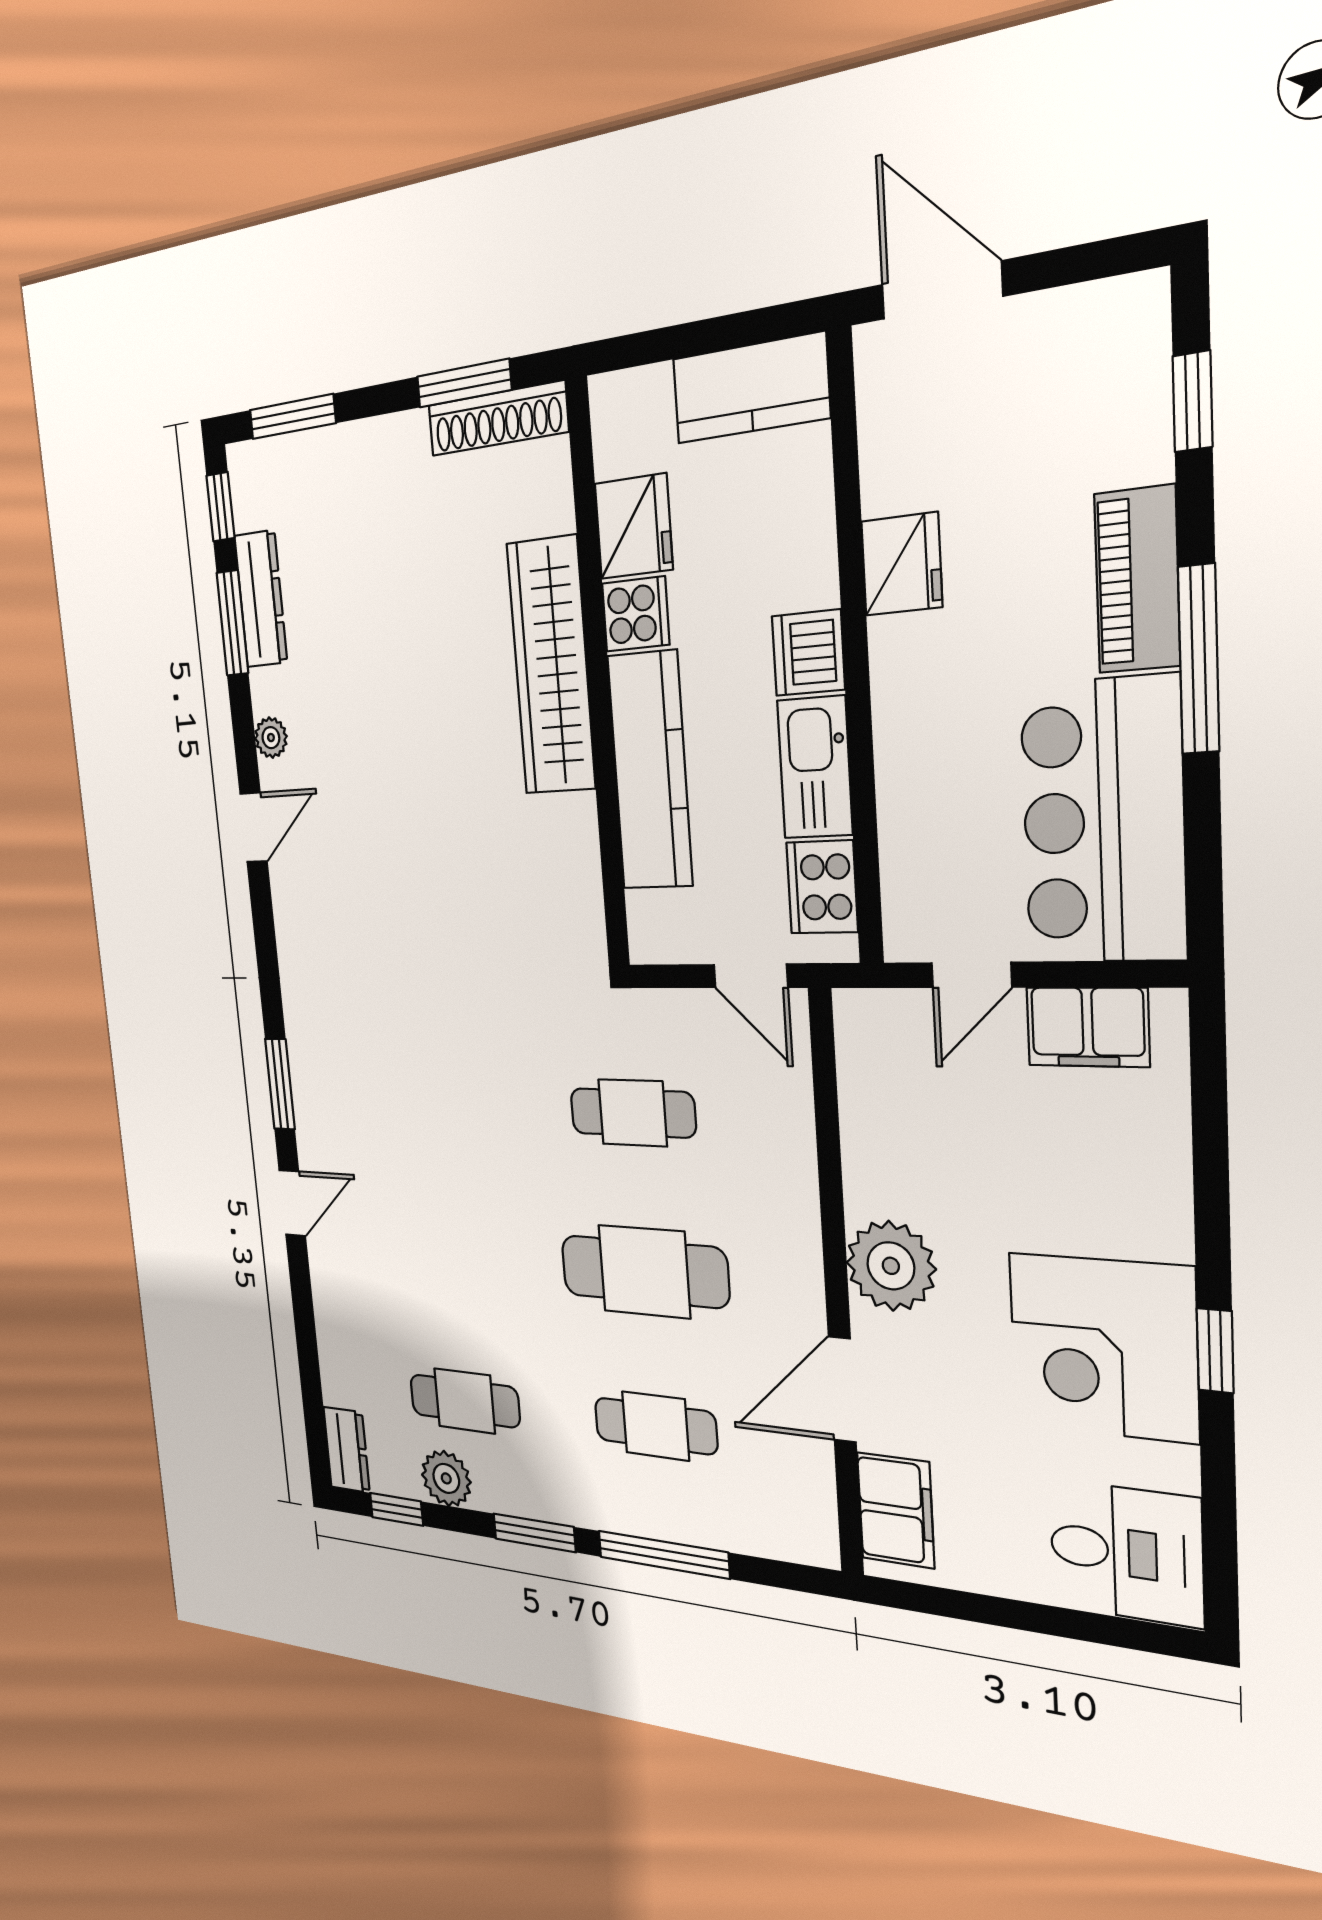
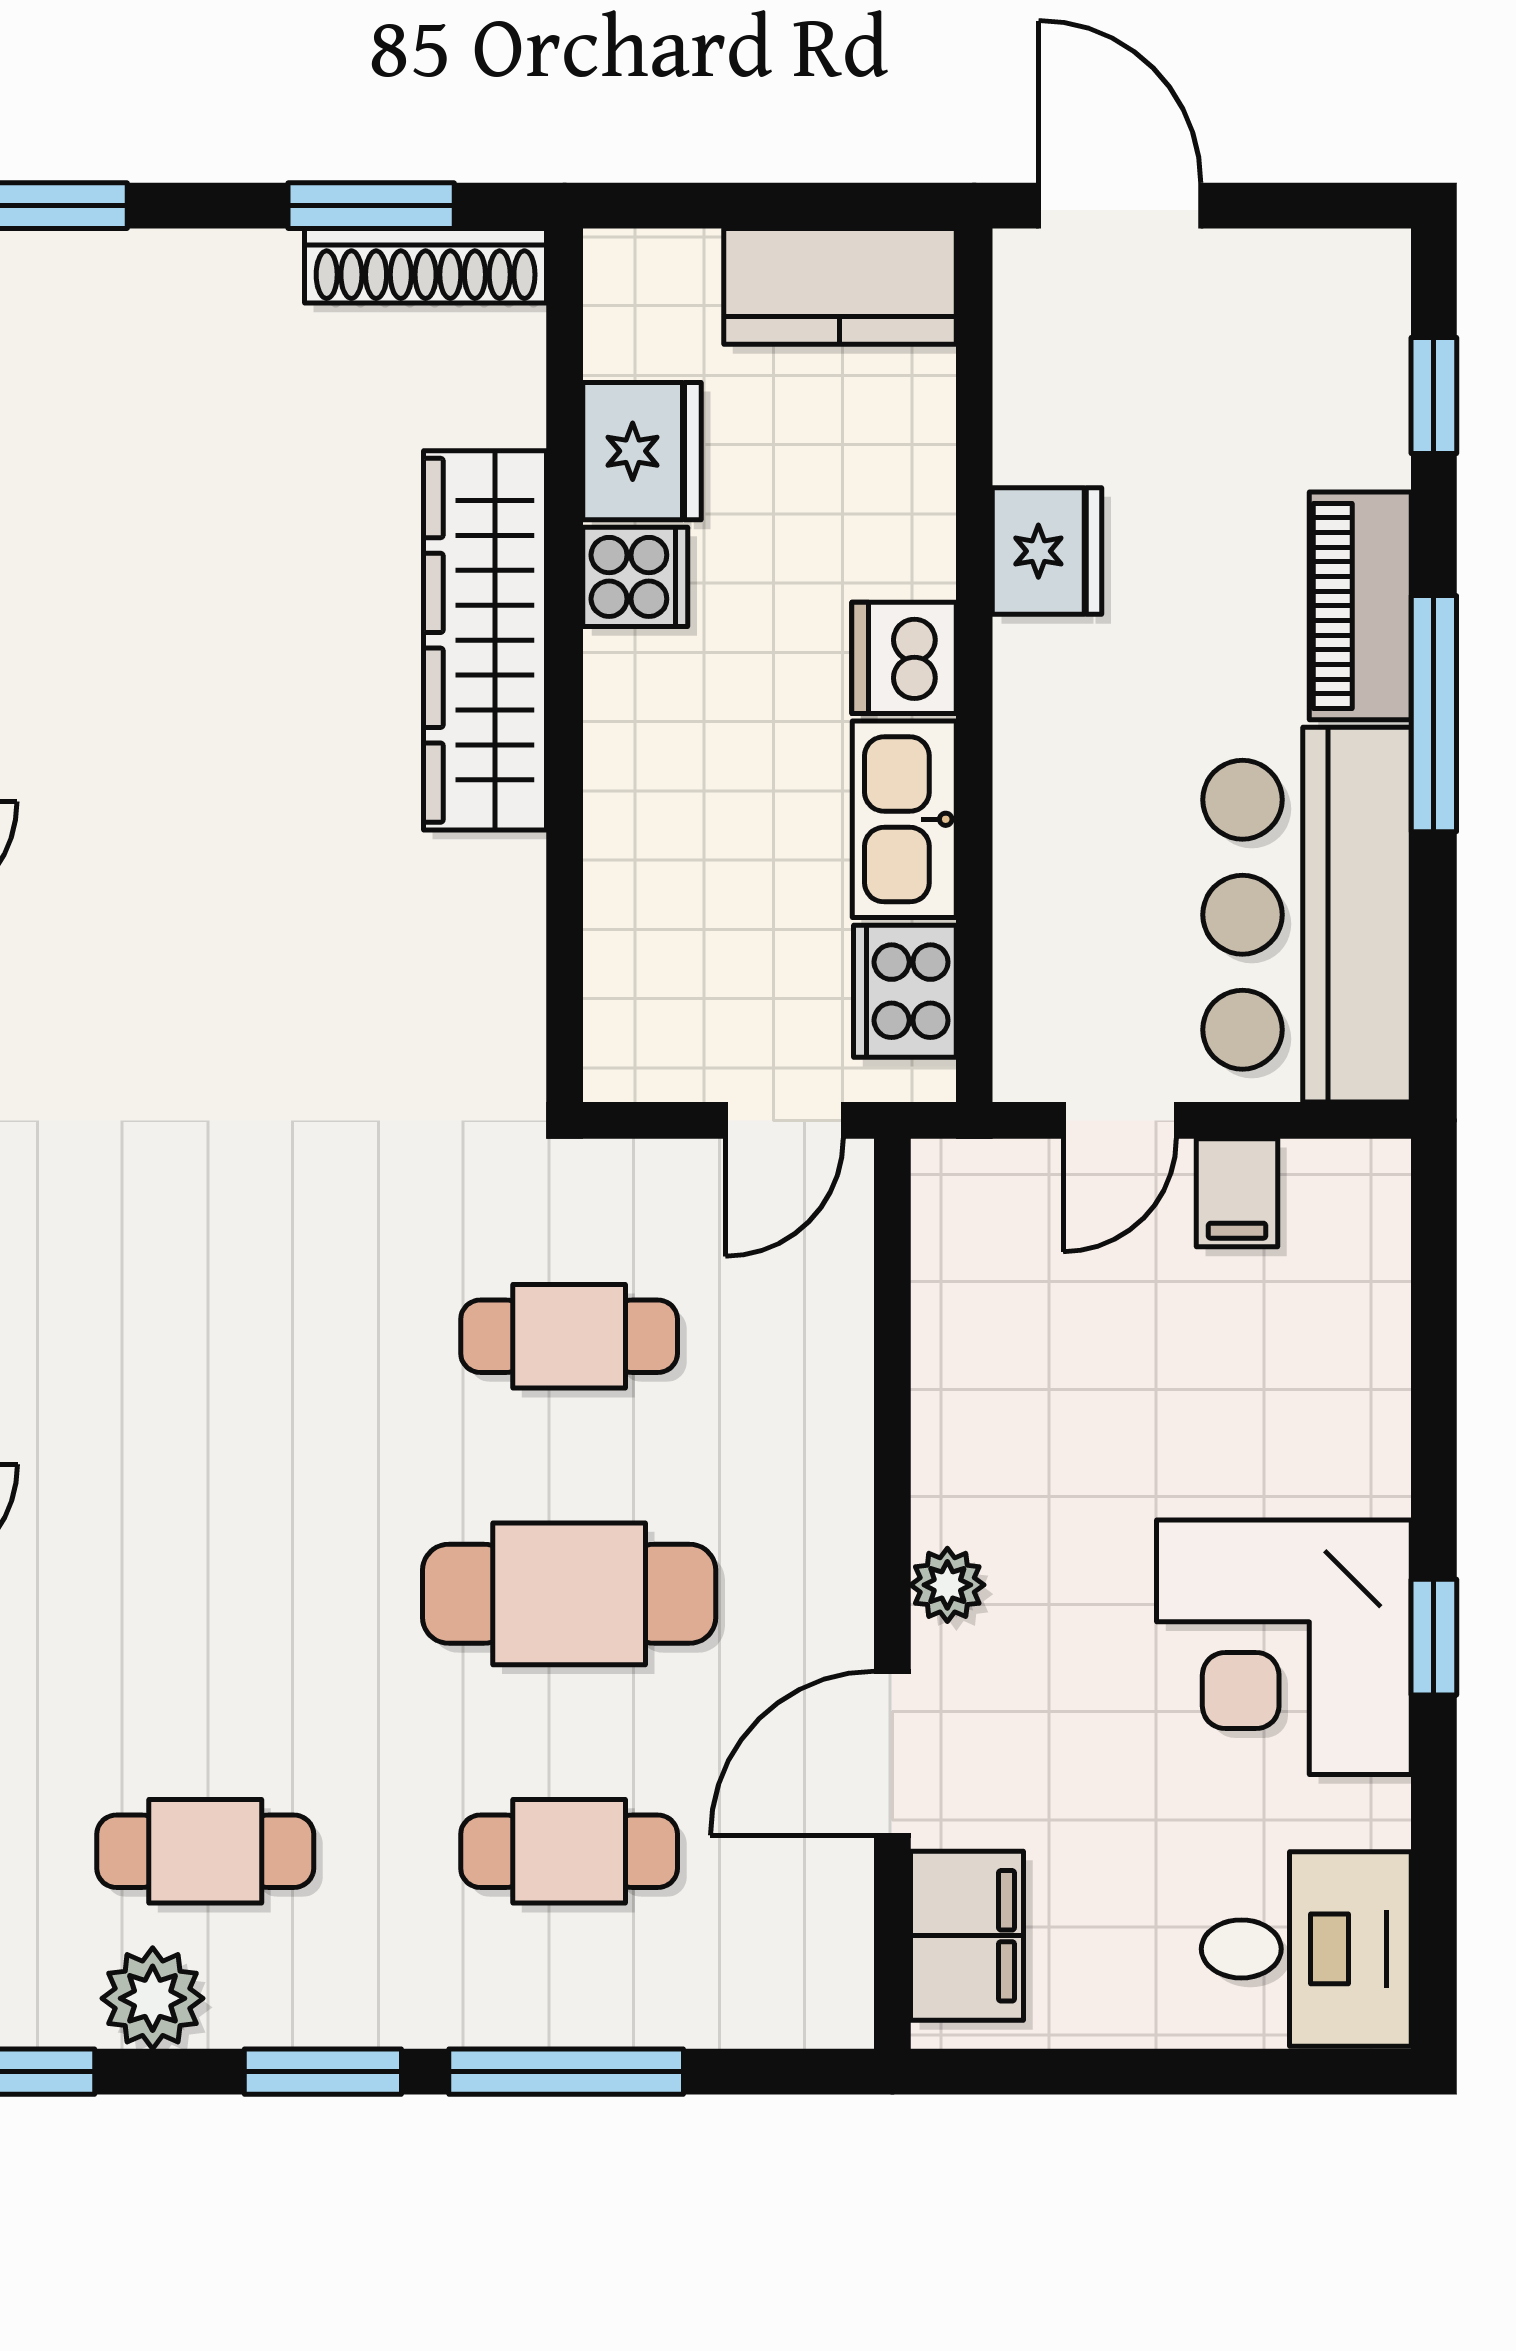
kitchen counter: (650, 771) -> (641, 809), removed
door: (751, 976) -> (784, 1120), hinge flipped
filing cabinet: (1088, 1027) -> (1237, 1193), width x0.50
plant: (891, 1266) -> (947, 1585), width x0.53, depth x0.53

